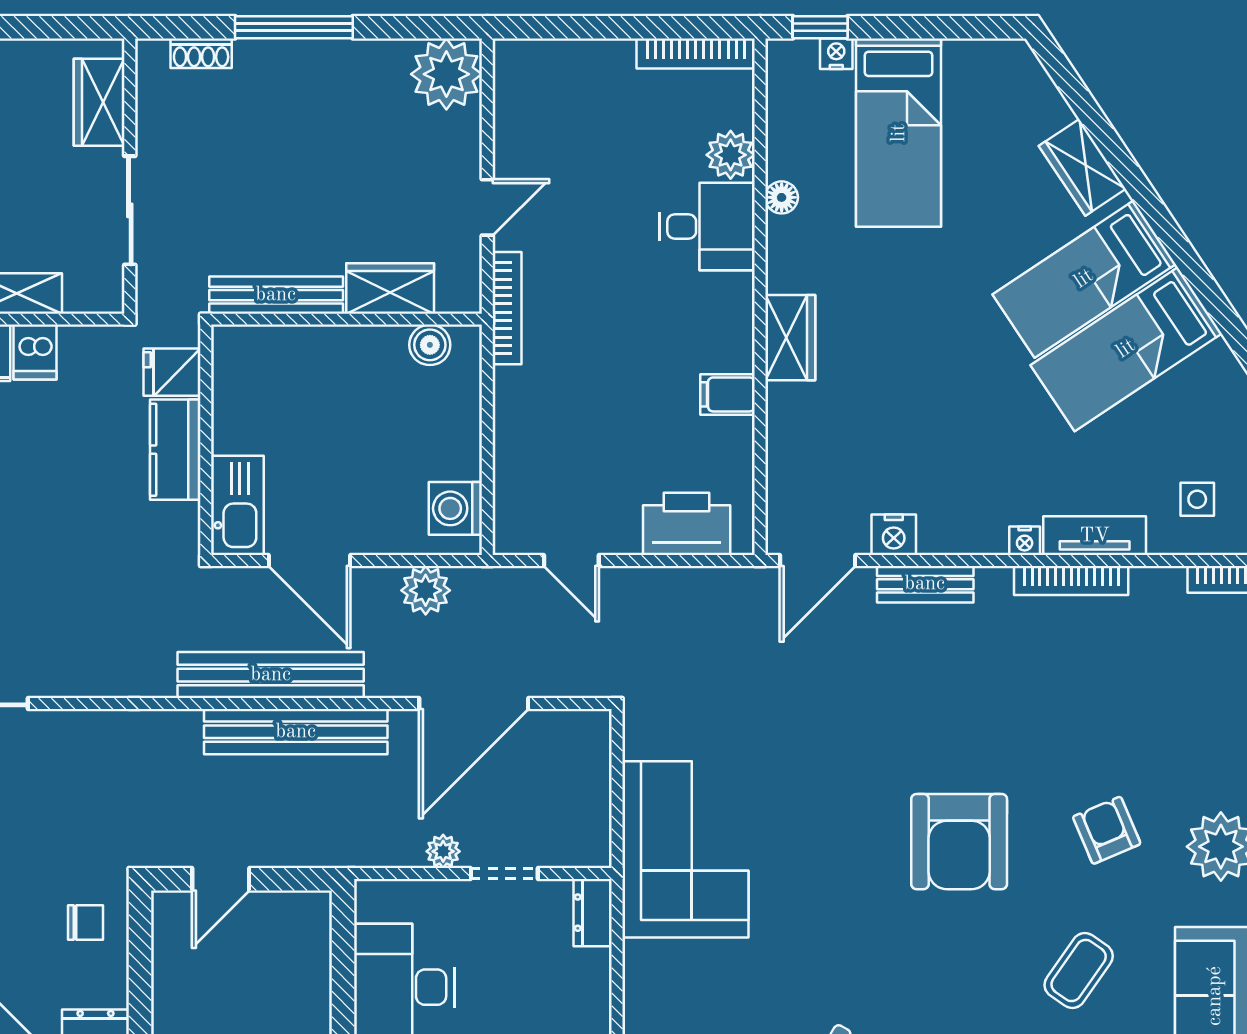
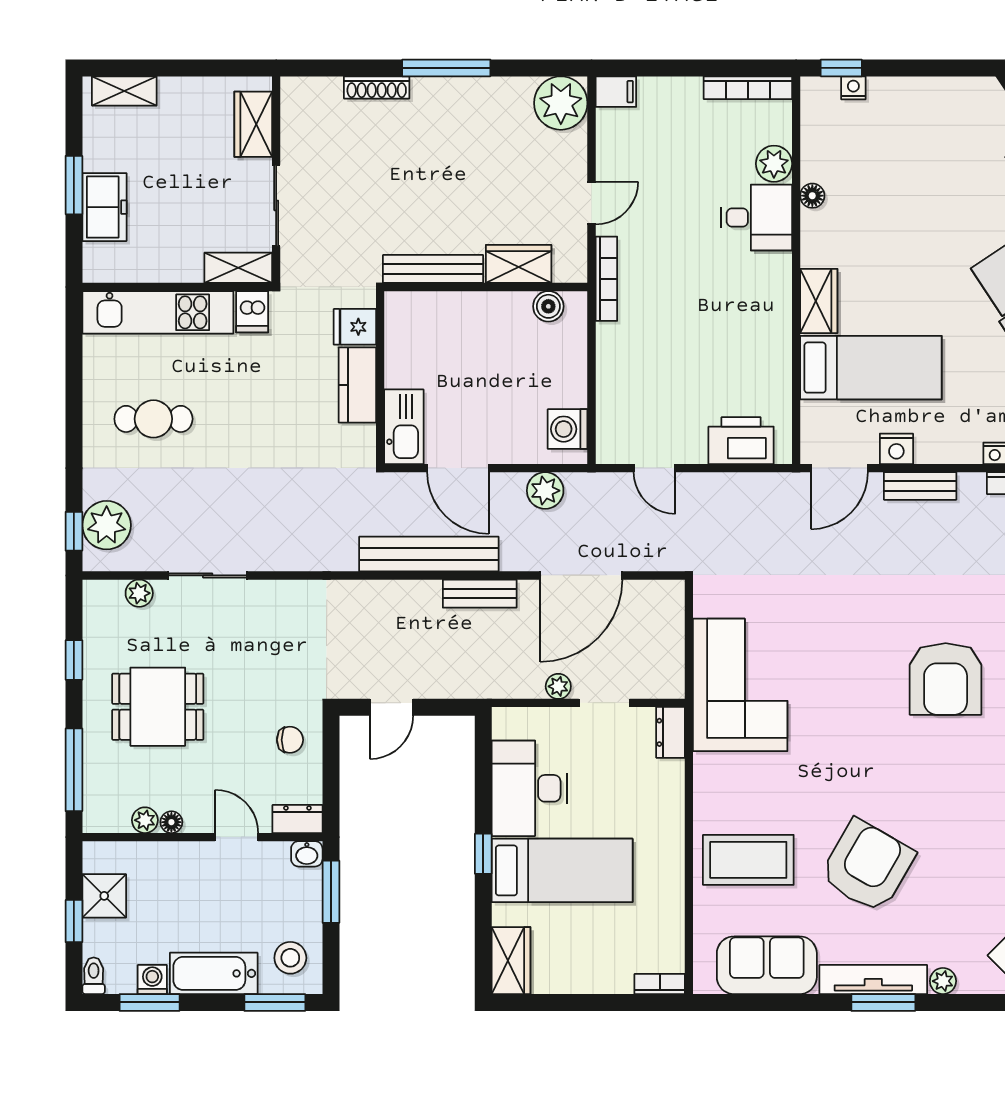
shoe rack: (201, 53) -> (377, 87), width x1.43
wardrobe: (99, 102) -> (253, 124), moved
bed: (899, 133) -> (871, 368), moved, turned -90
wall: (130, 176) -> (276, 180), moved
sliding door: (130, 210) -> (276, 205), moved
filing cabinet: (728, 394) -> (616, 92), moved, turned 180
bench: (296, 732) -> (480, 594), width x0.54, depth x0.82

